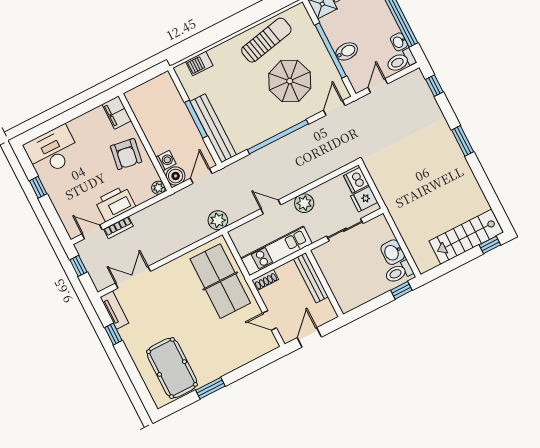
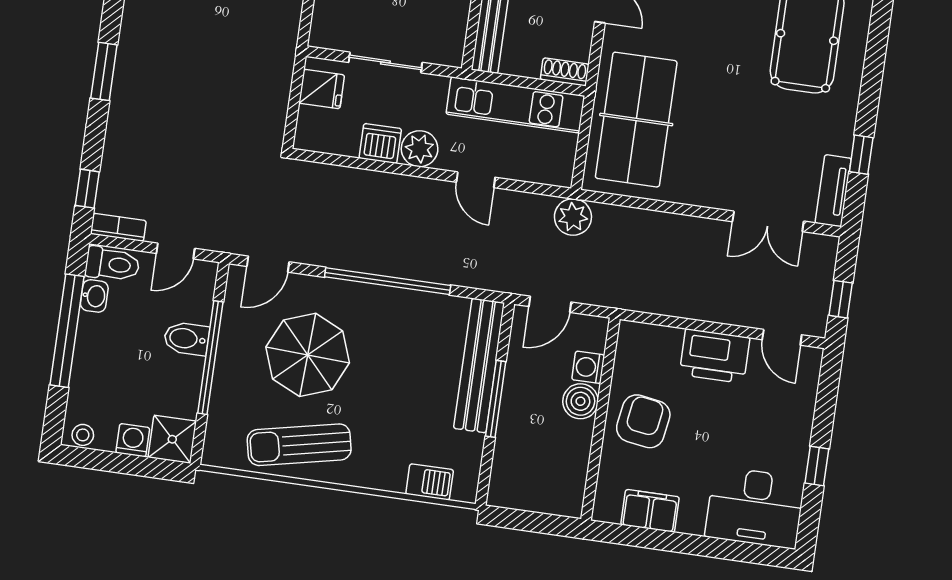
filing cabinet: (117, 113) -> (650, 511), moved, turned -90
boiler: (176, 176) -> (580, 401), moved
dishwasher: (356, 180) -> (380, 143), moved, turned -90
plant: (158, 188) -> (630, 333), removed
bookcase: (118, 227) -> (118, 227), moved

